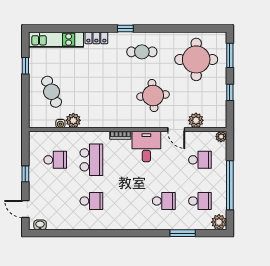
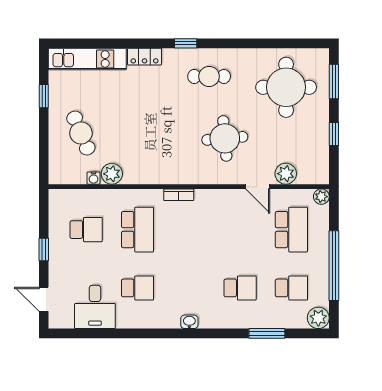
desk: (146, 146) -> (95, 307), moved, turned 180
school desk: (200, 160) -> (291, 230), width x1.85
washbasin: (40, 225) -> (189, 322), moved

